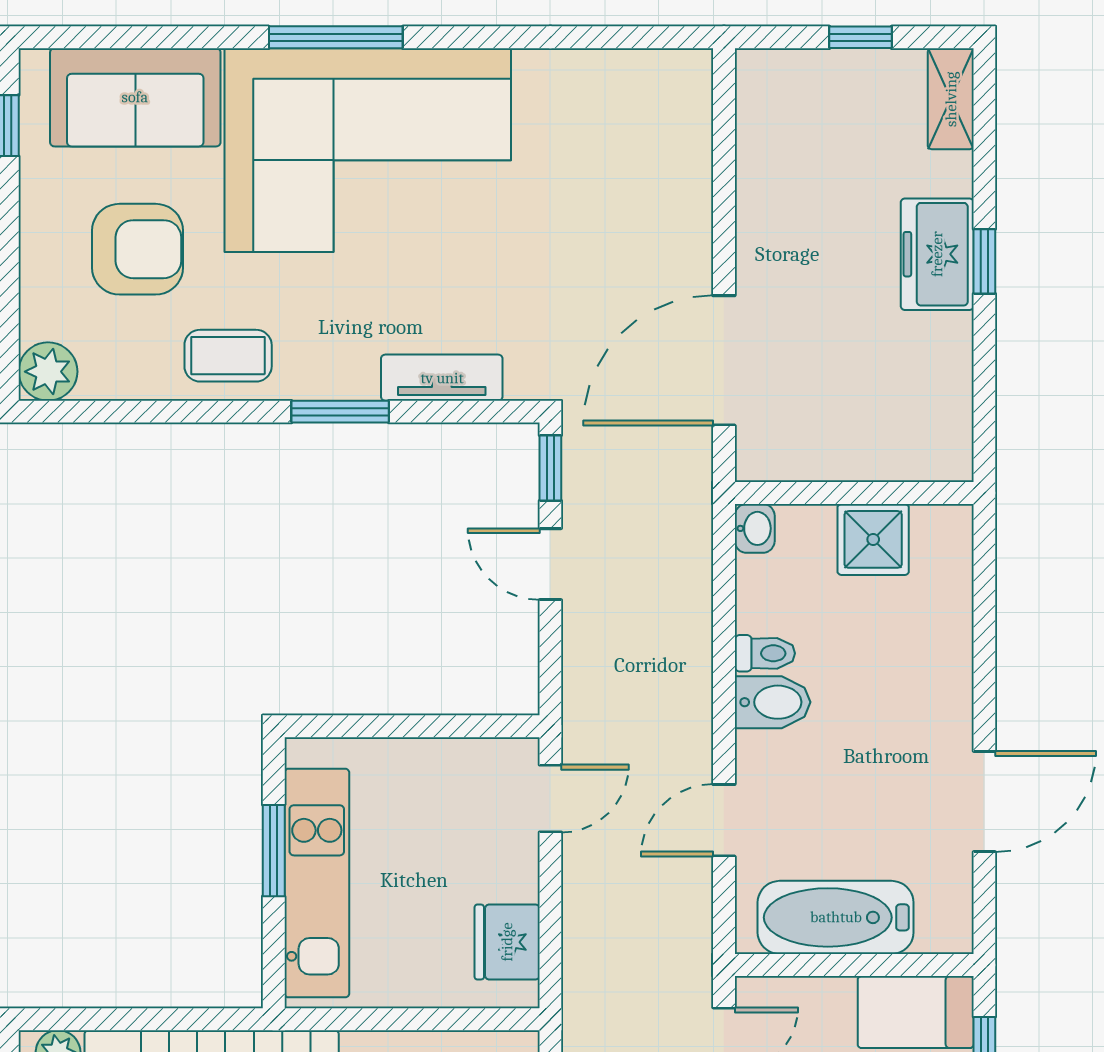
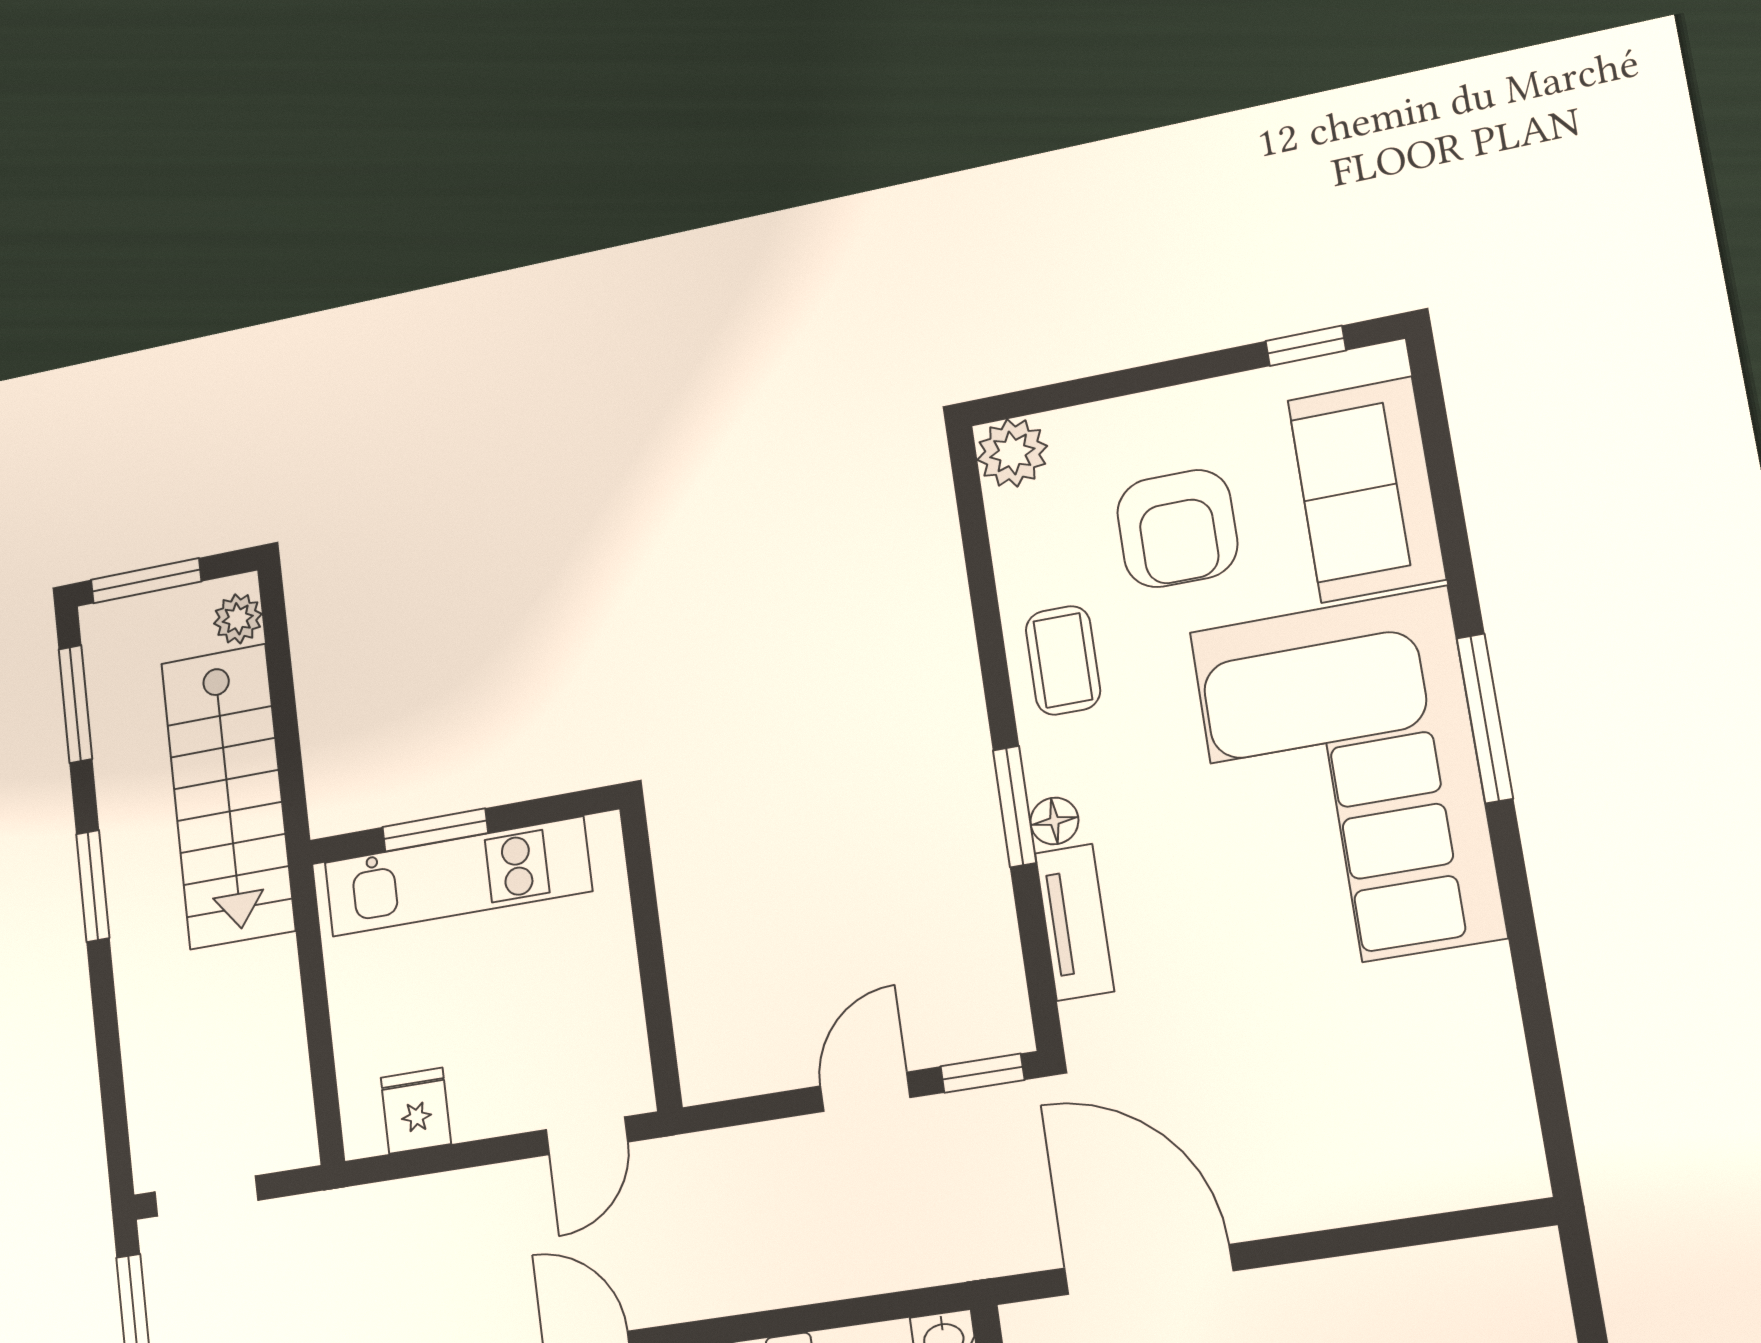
floor lamp: (358, 382) -> (1054, 821), added
door: (550, 799) -> (587, 1136), hinge flipped
window: (274, 851) -> (435, 830), moved
fridge: (507, 942) -> (416, 1111), width x0.72

